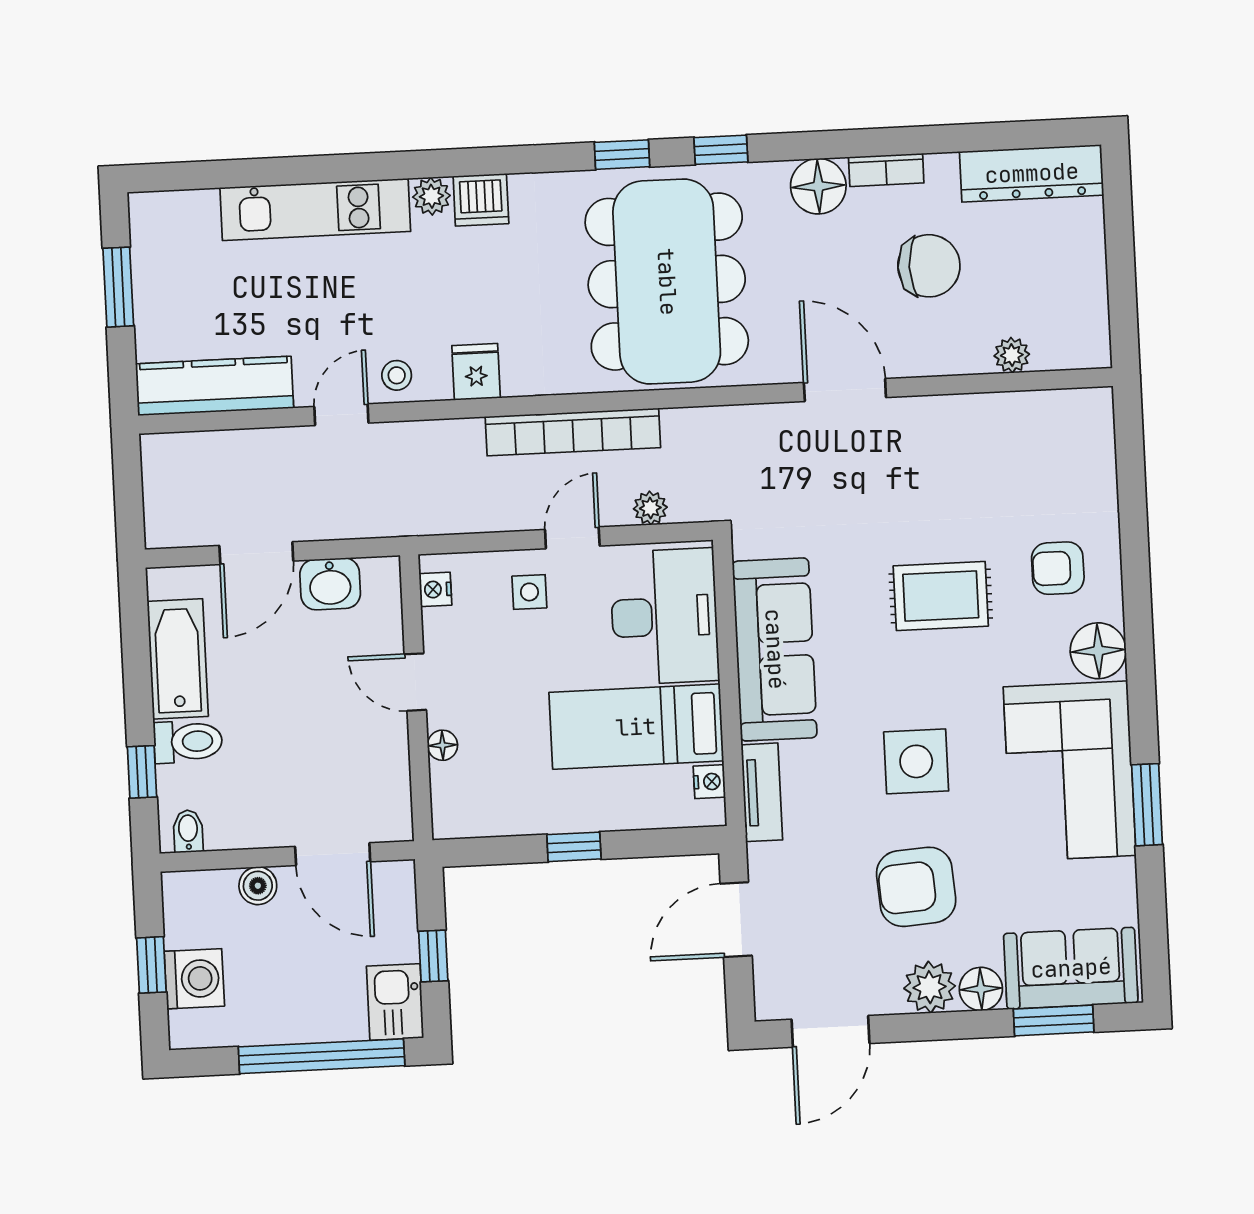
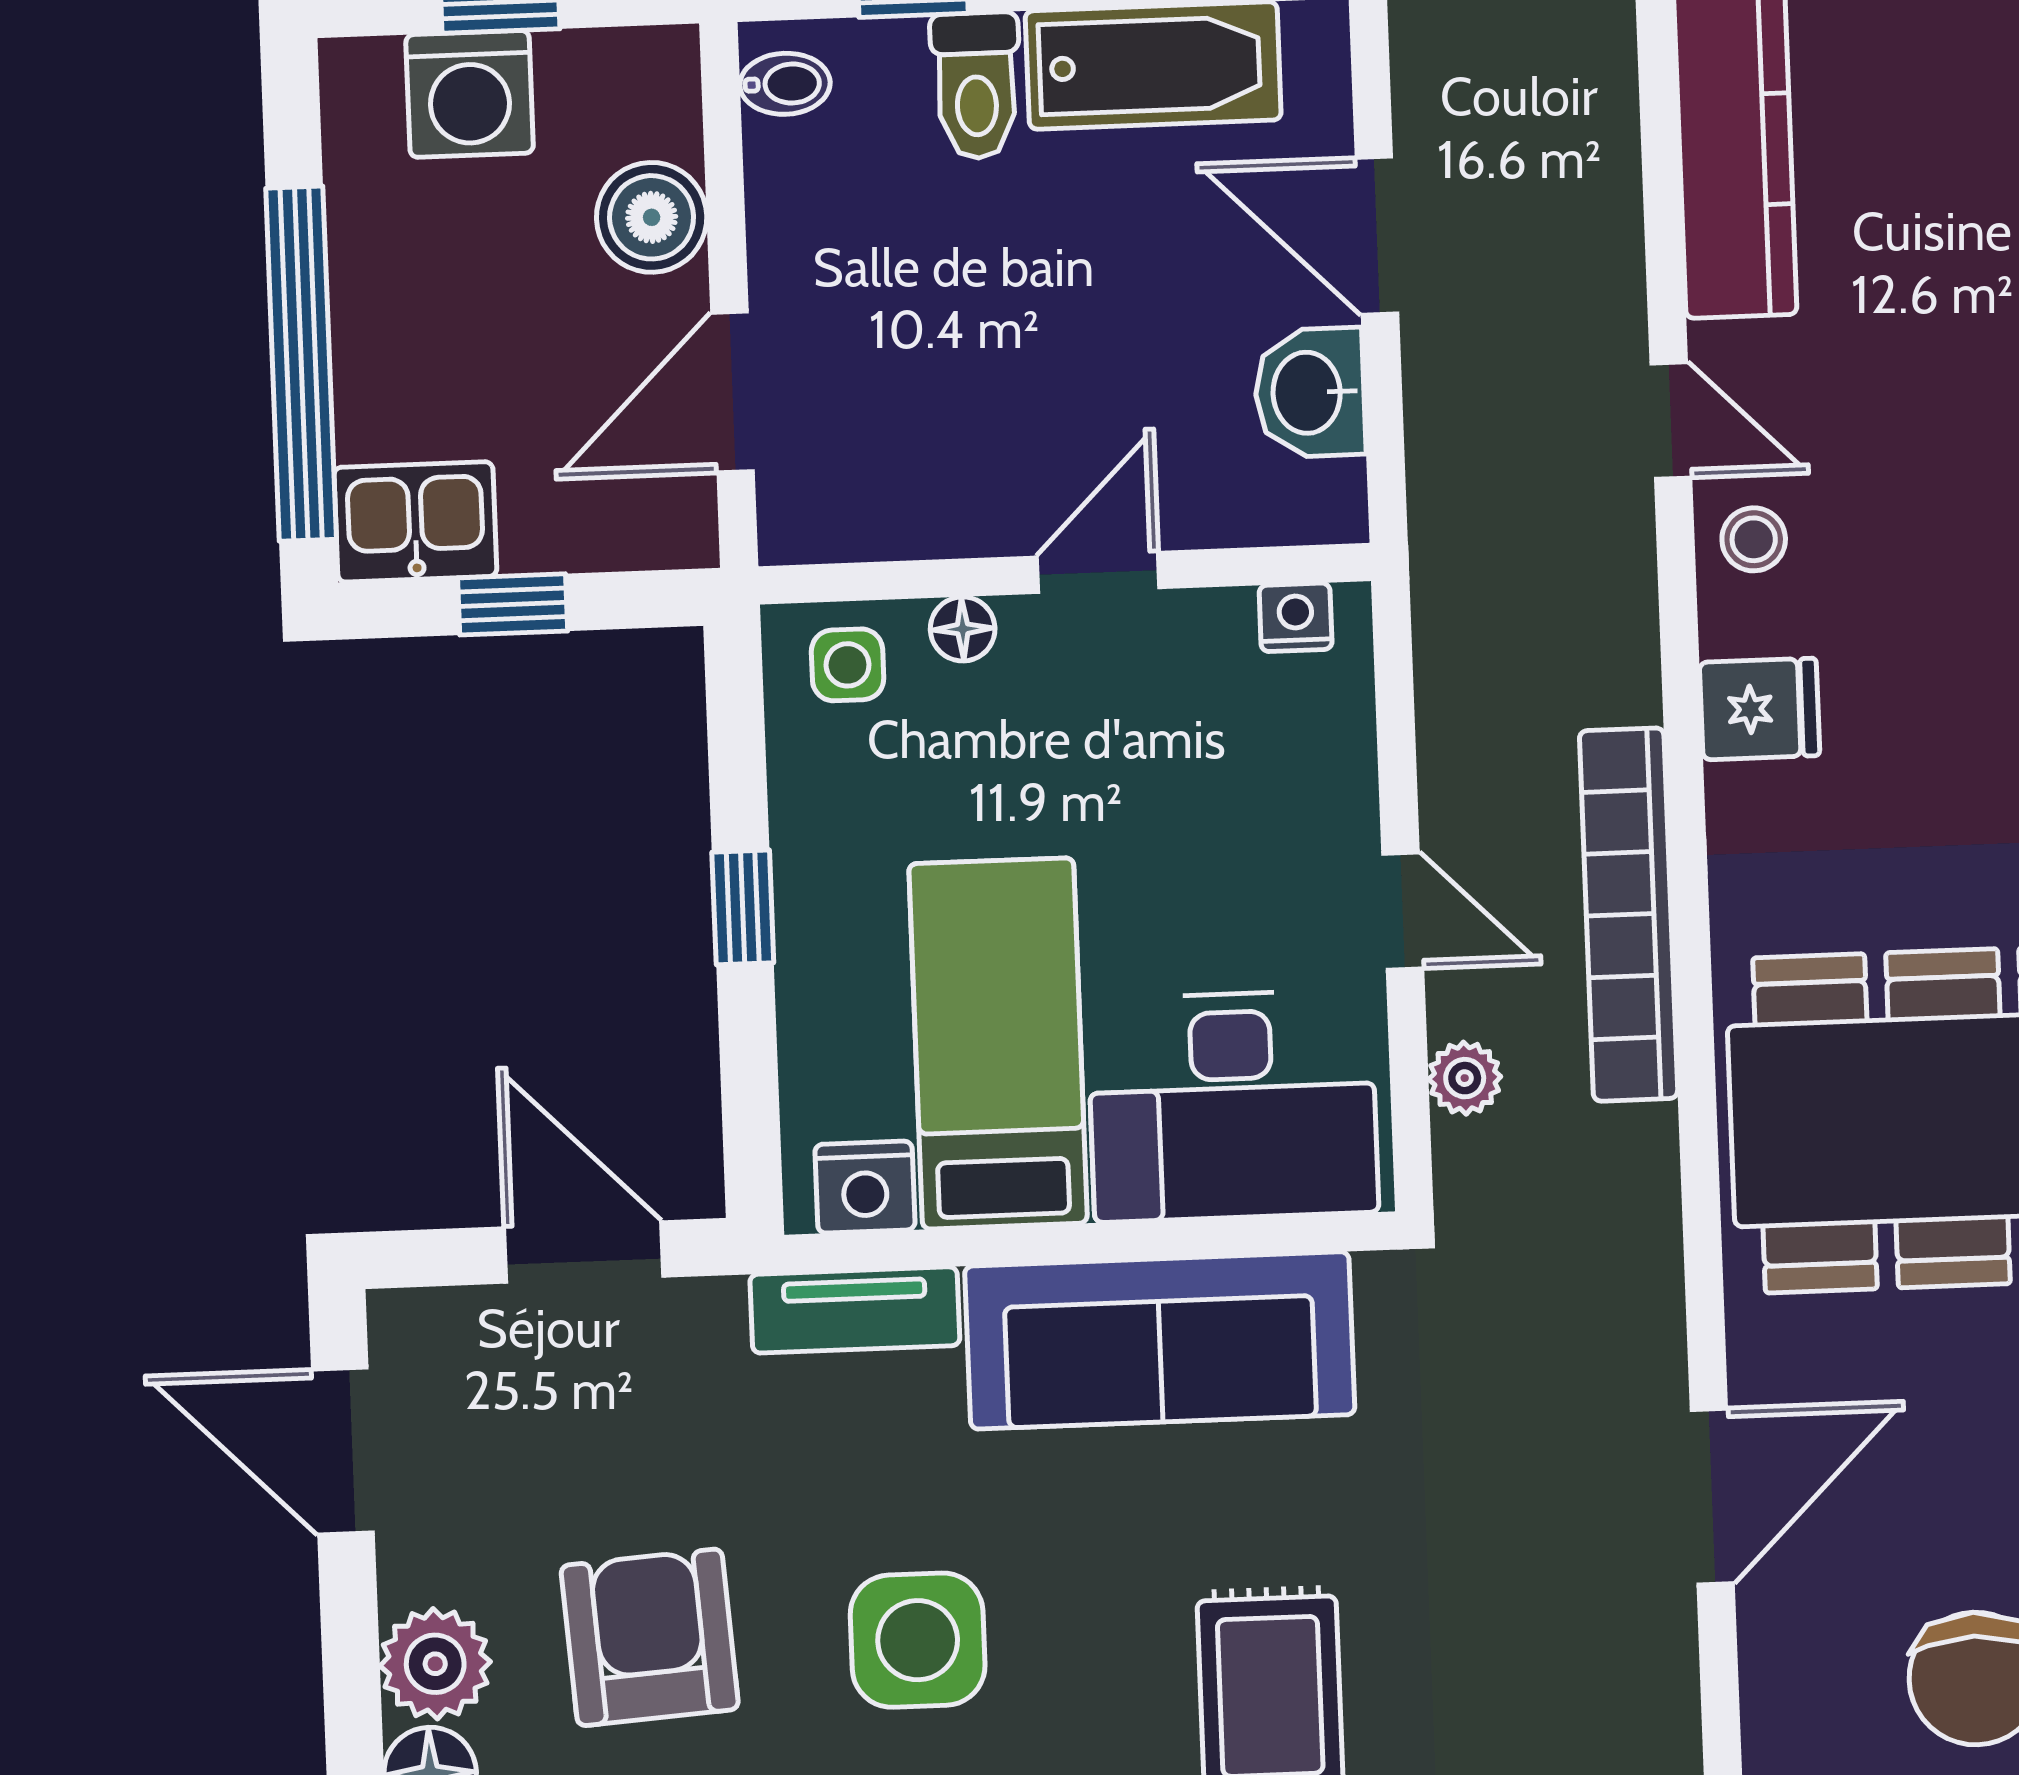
side table: (529, 592) -> (848, 665), moved
nightstand: (709, 782) -> (865, 1187), width x1.39, depth x1.35
boiler: (258, 886) -> (652, 217), width x1.36, depth x1.36

